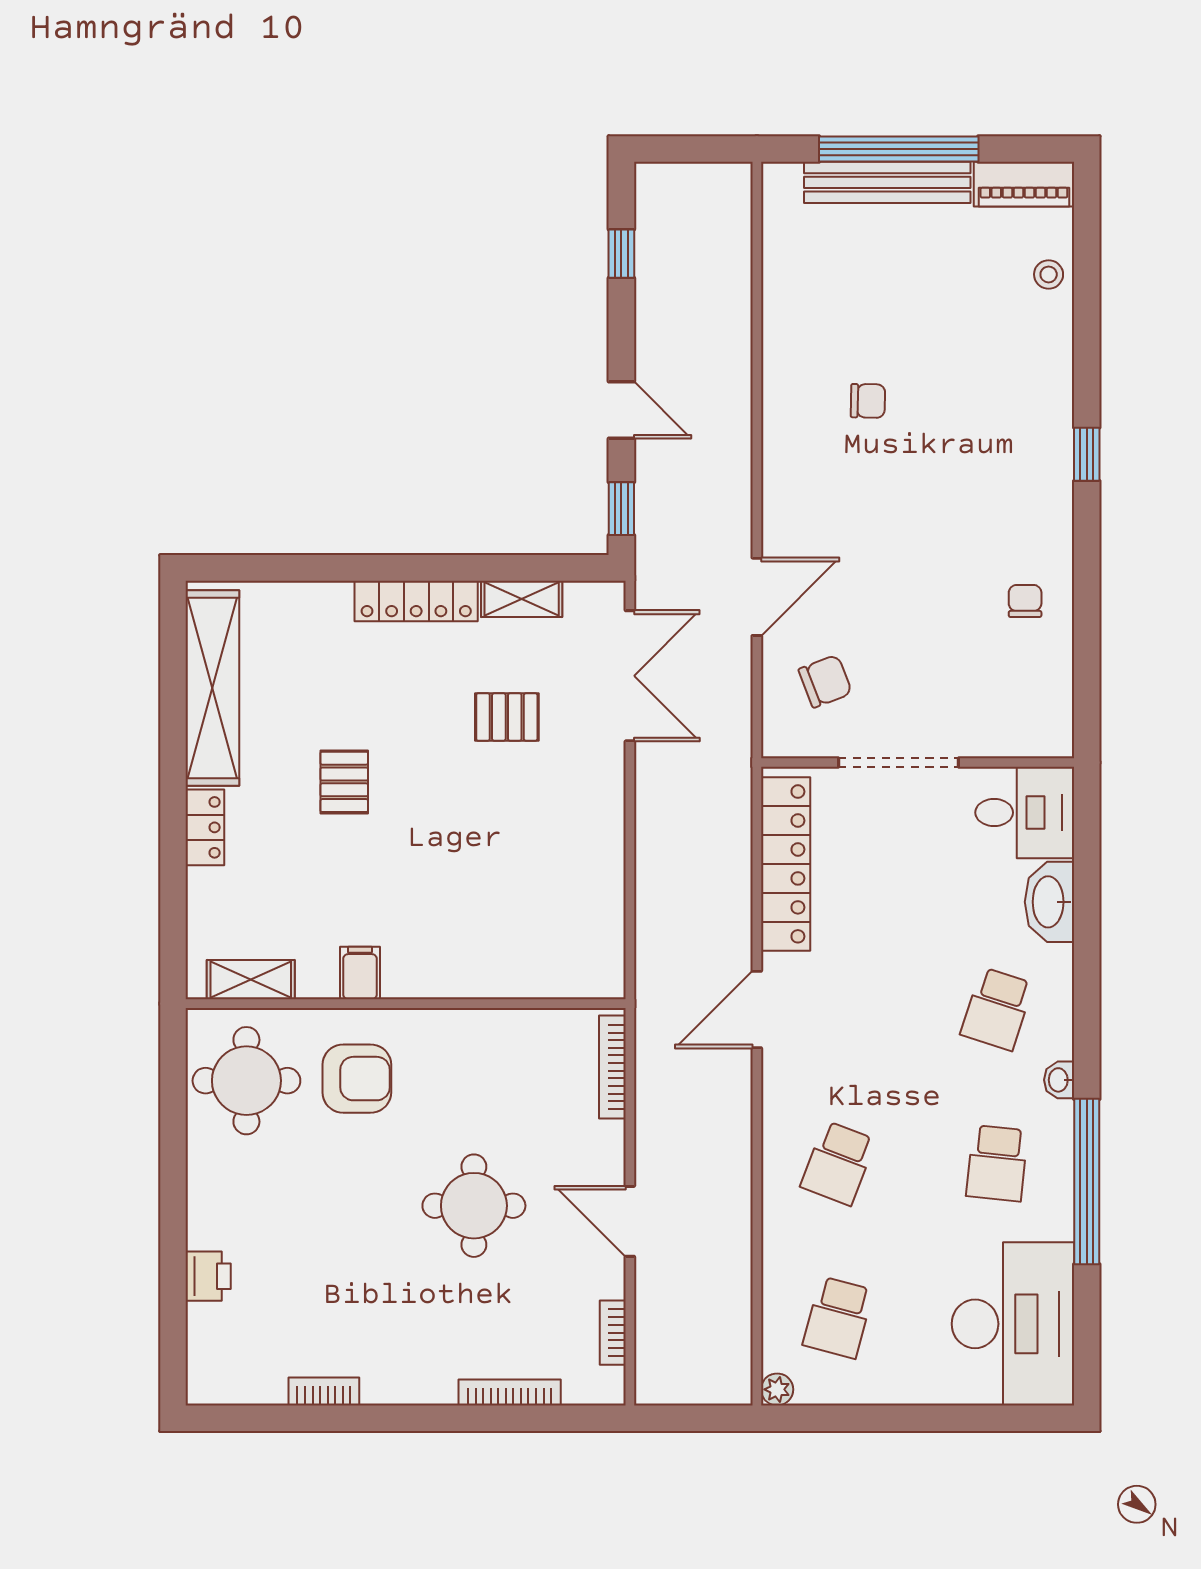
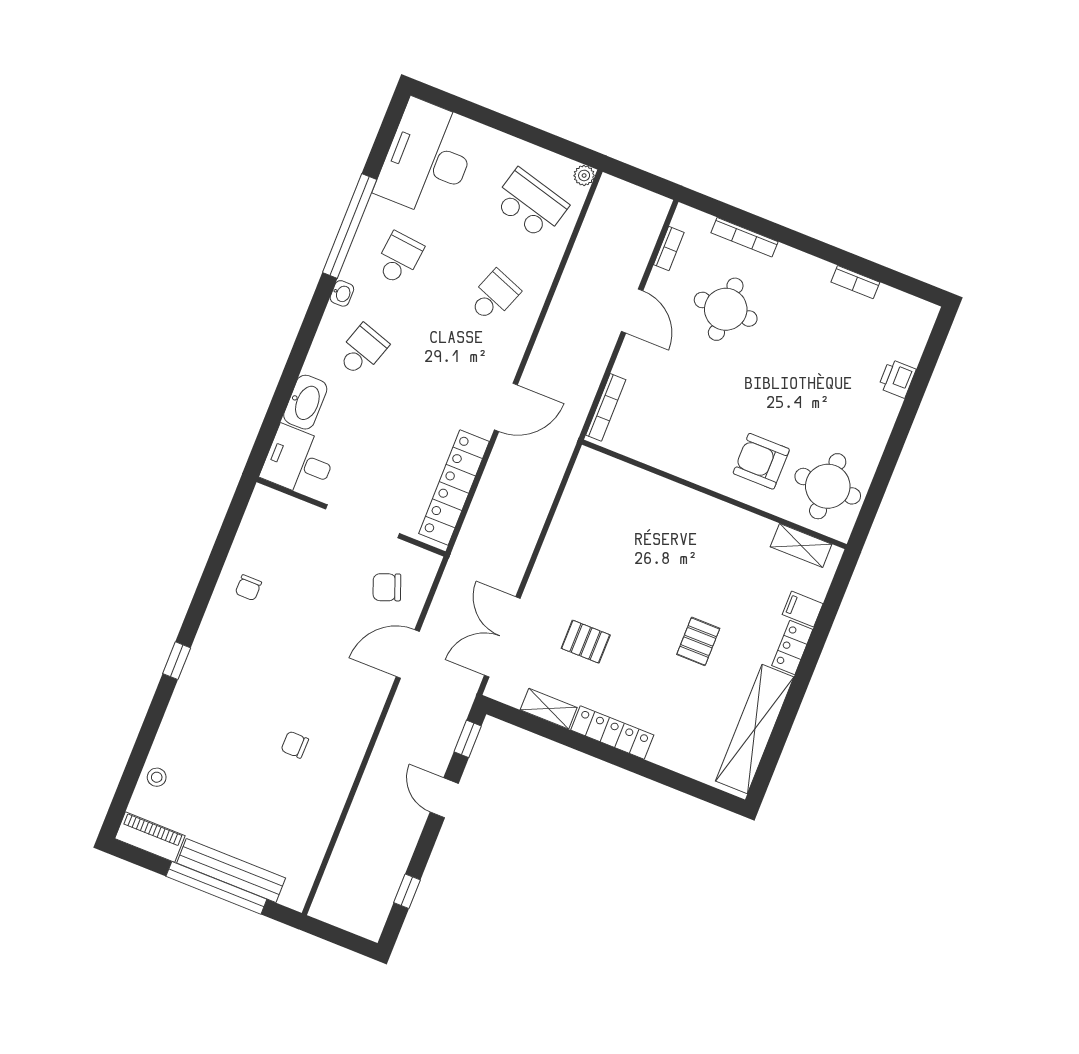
filing cabinet: (360, 973) -> (803, 609), moved, turned 90
round table: (474, 1206) -> (726, 309), moved
school desk: (838, 1317) -> (530, 204), width x1.85

